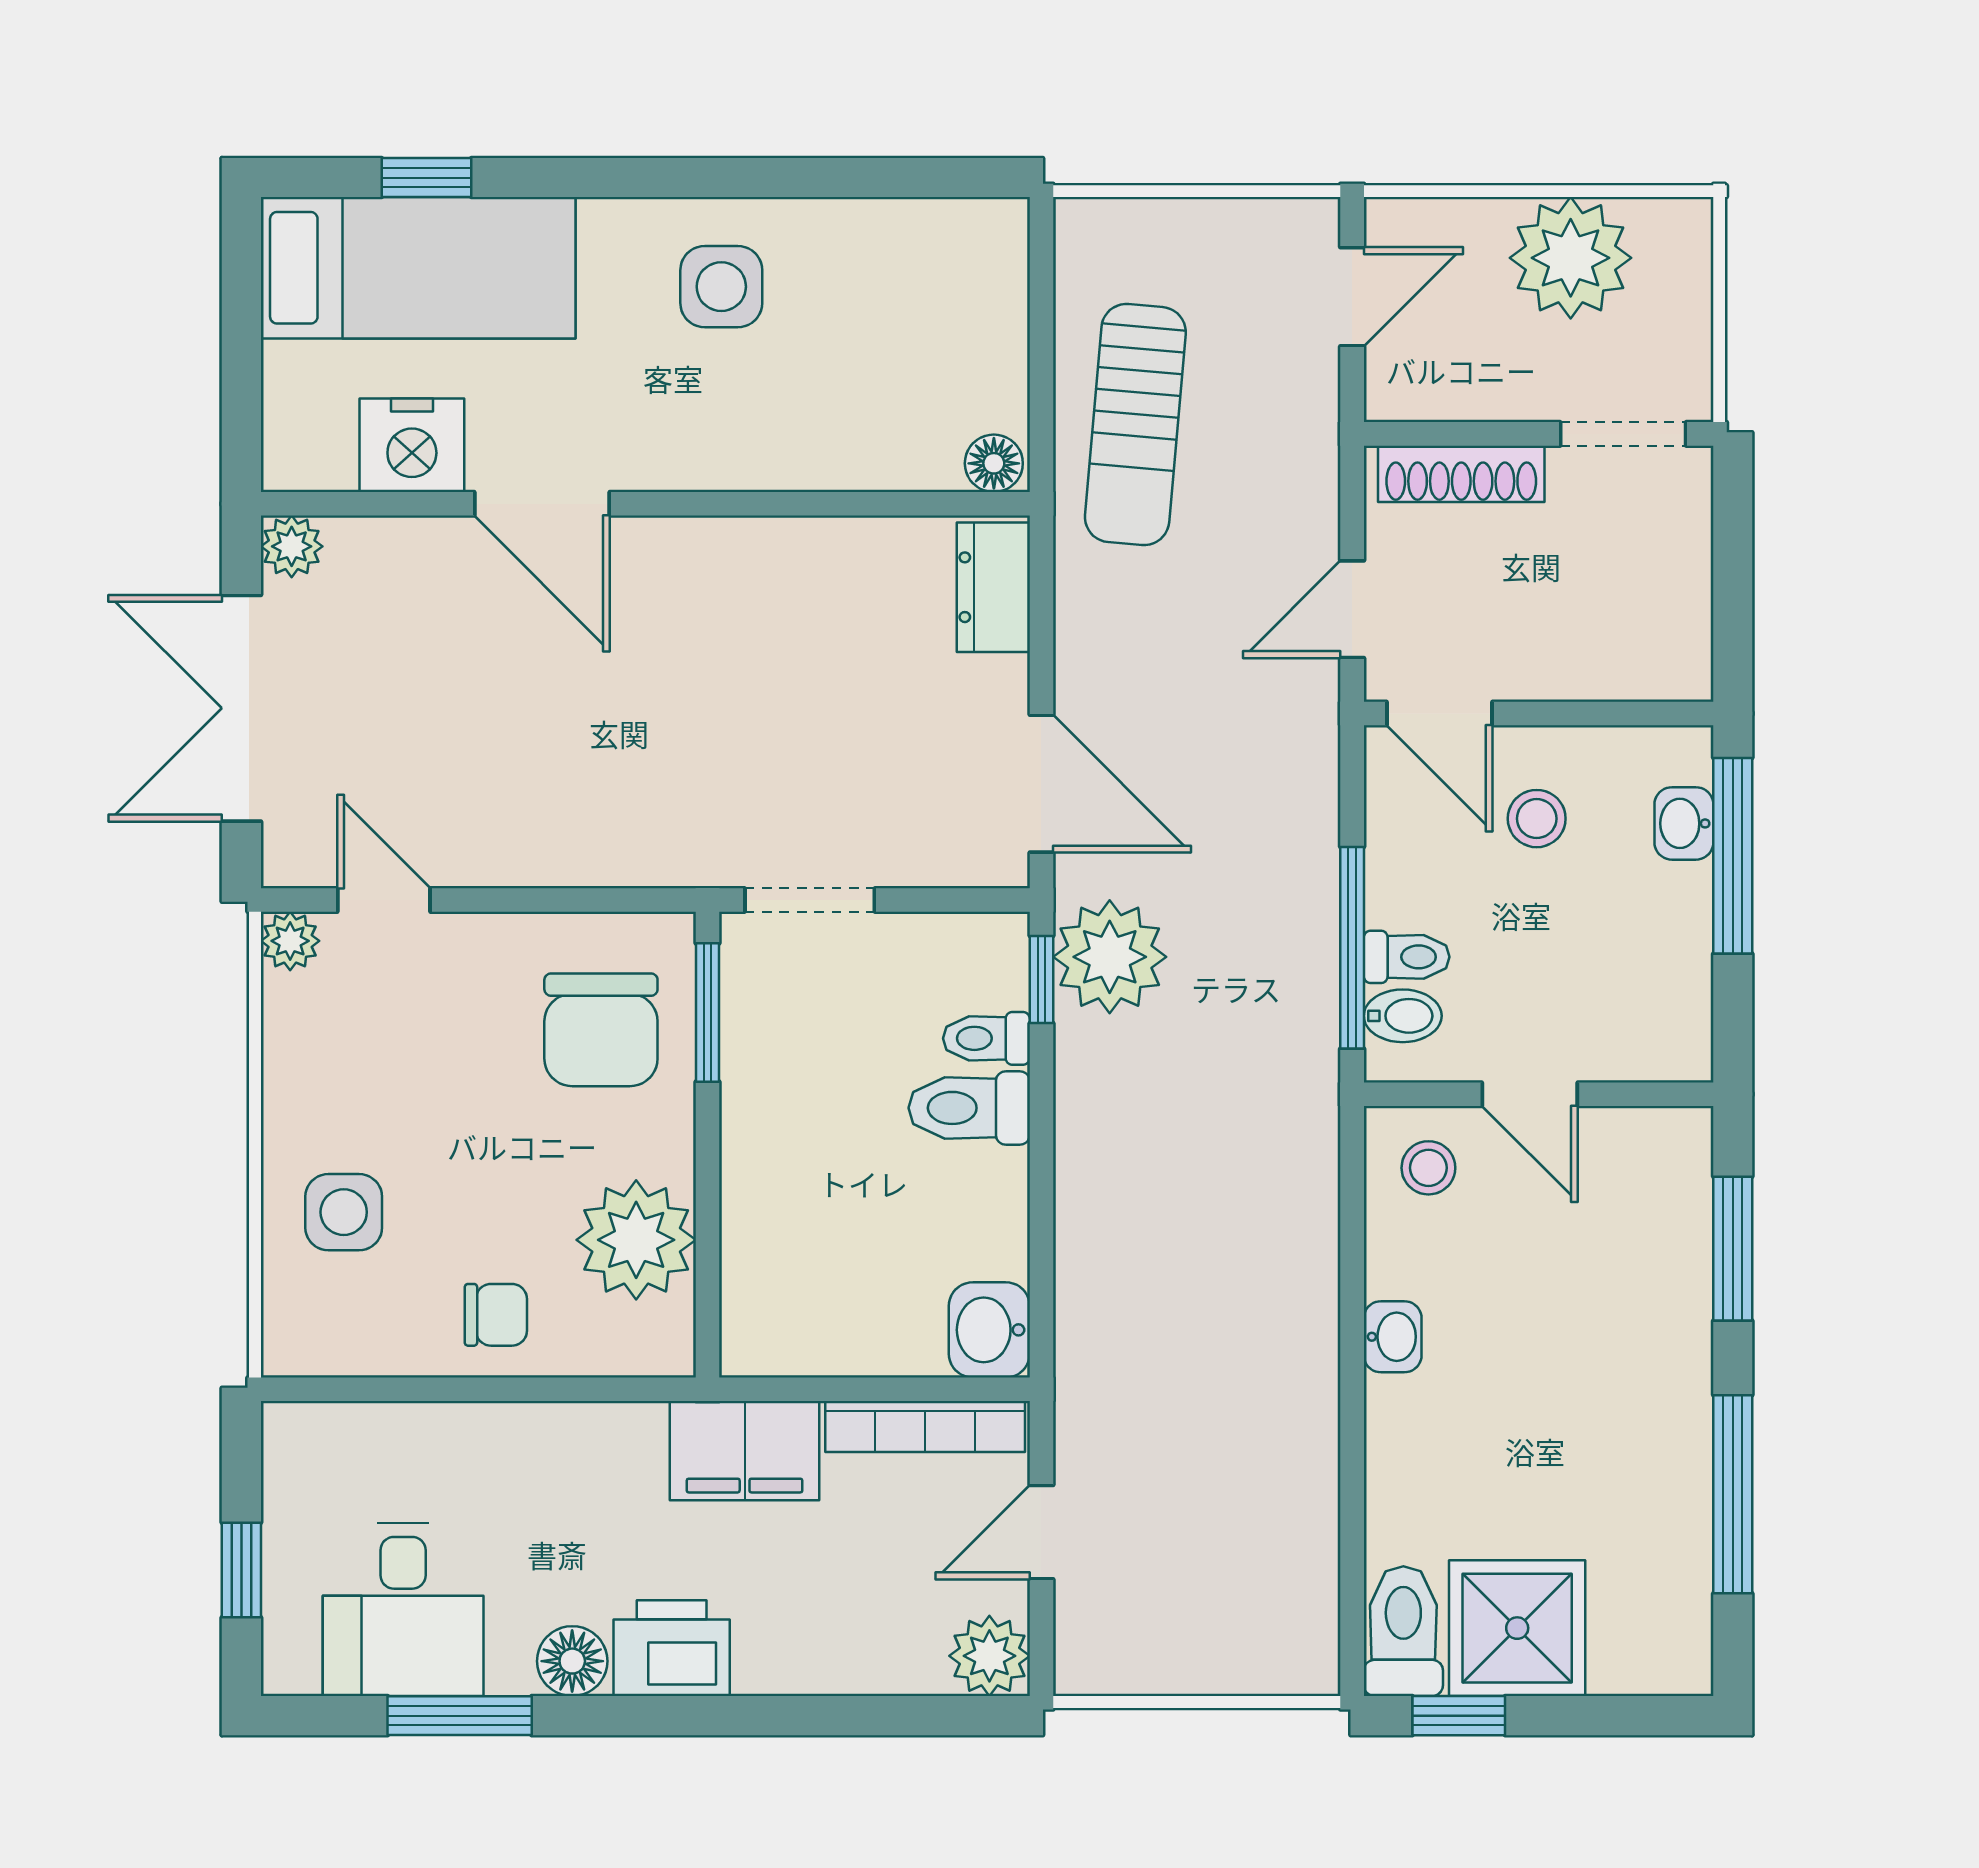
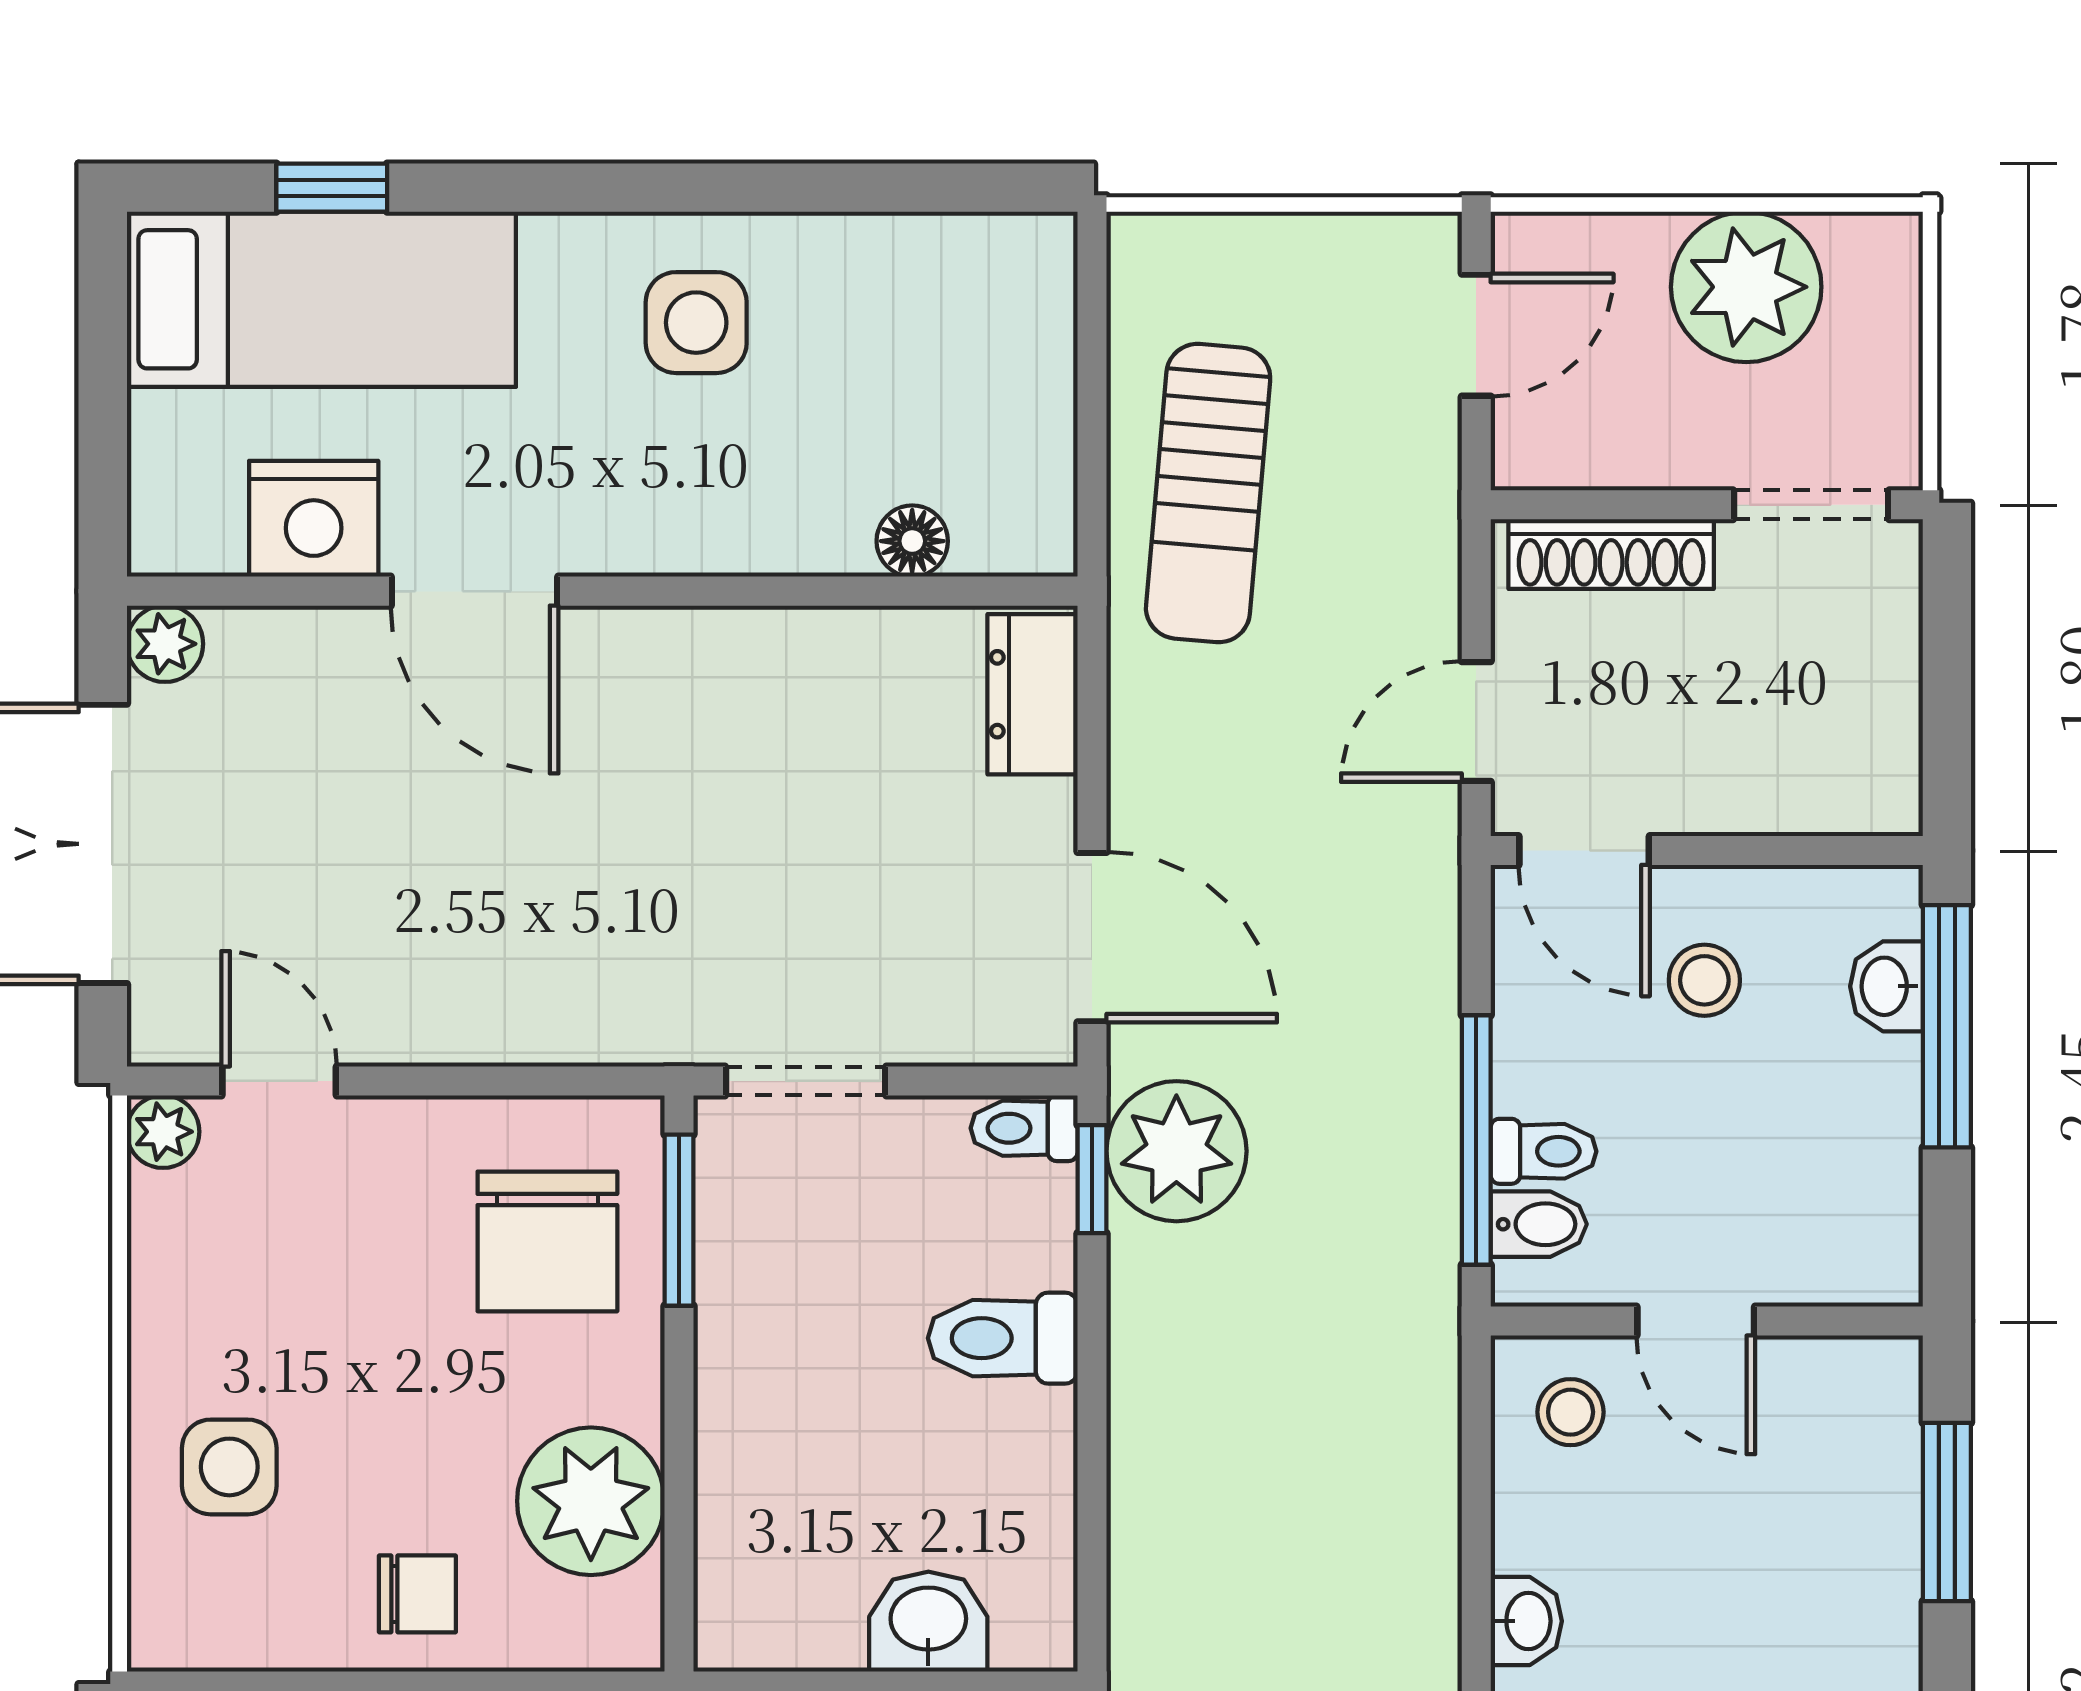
floor lamp: (994, 463) -> (912, 541), moved
toilet: (986, 1038) -> (1024, 1128), moved
washbasin: (989, 1330) -> (928, 1622), moved, turned 90

